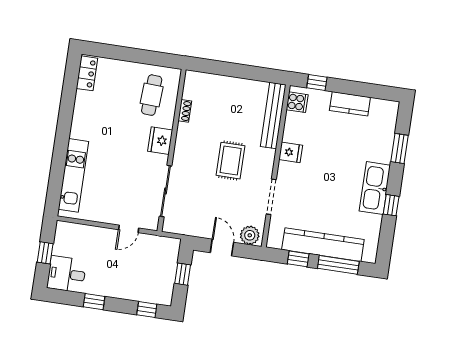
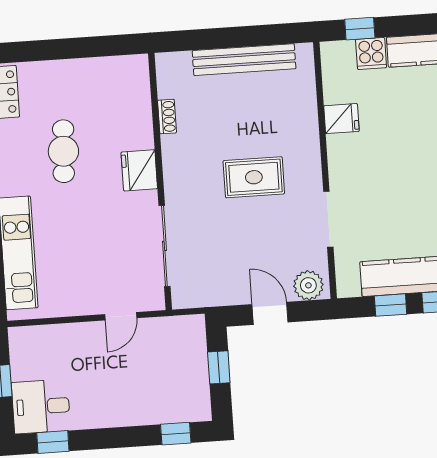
cafe table: (152, 95) -> (63, 151), moved
cooker: (297, 102) -> (371, 54), moved, turned 90
bench: (273, 116) -> (244, 60), moved, turned 90
fridge: (291, 152) -> (341, 119), moved
rug: (231, 161) -> (254, 177), turned 90
window: (94, 302) -> (53, 442), moved

